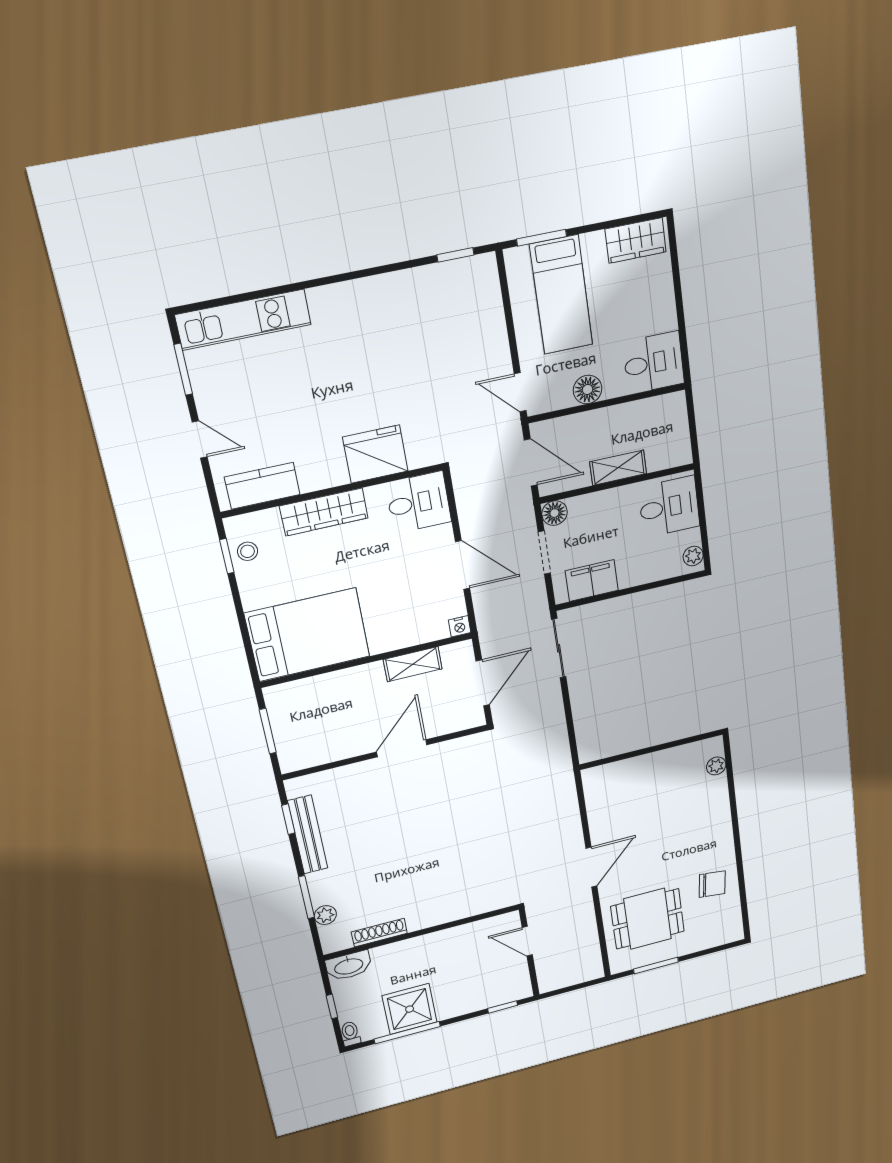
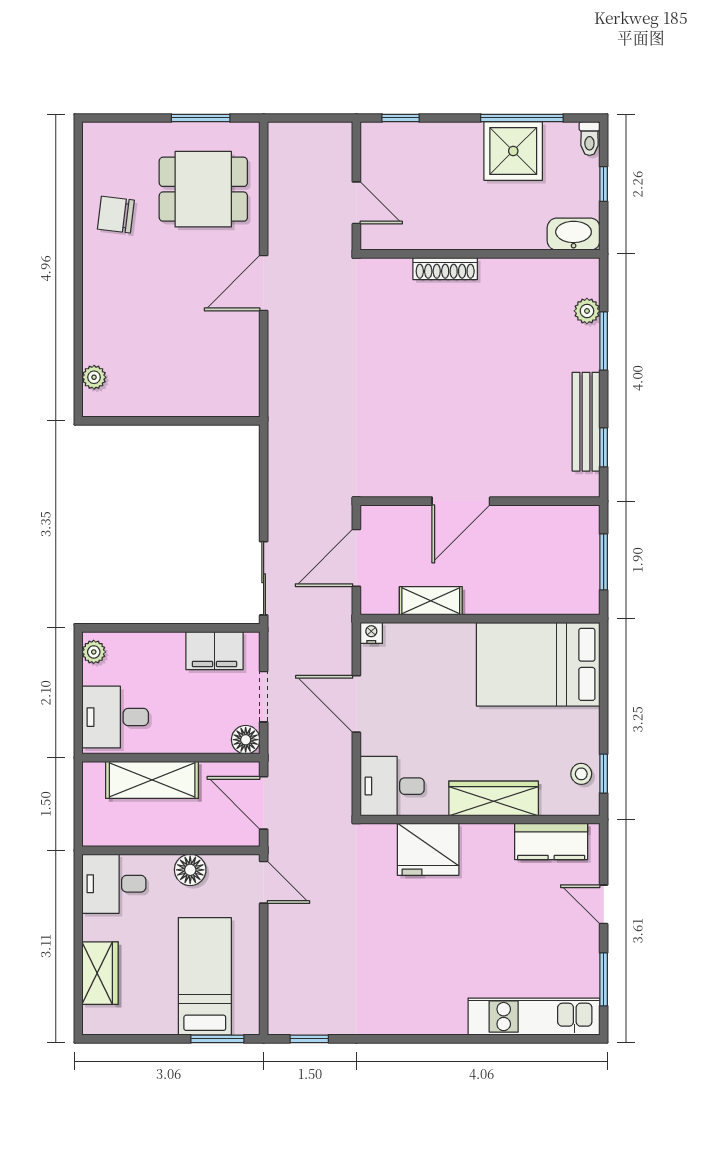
wardrobe: (636, 240) -> (100, 973), moved, turned 90
shelving: (618, 468) -> (152, 780), width x1.50, depth x1.33
shoe rack: (379, 933) -> (445, 269), moved

